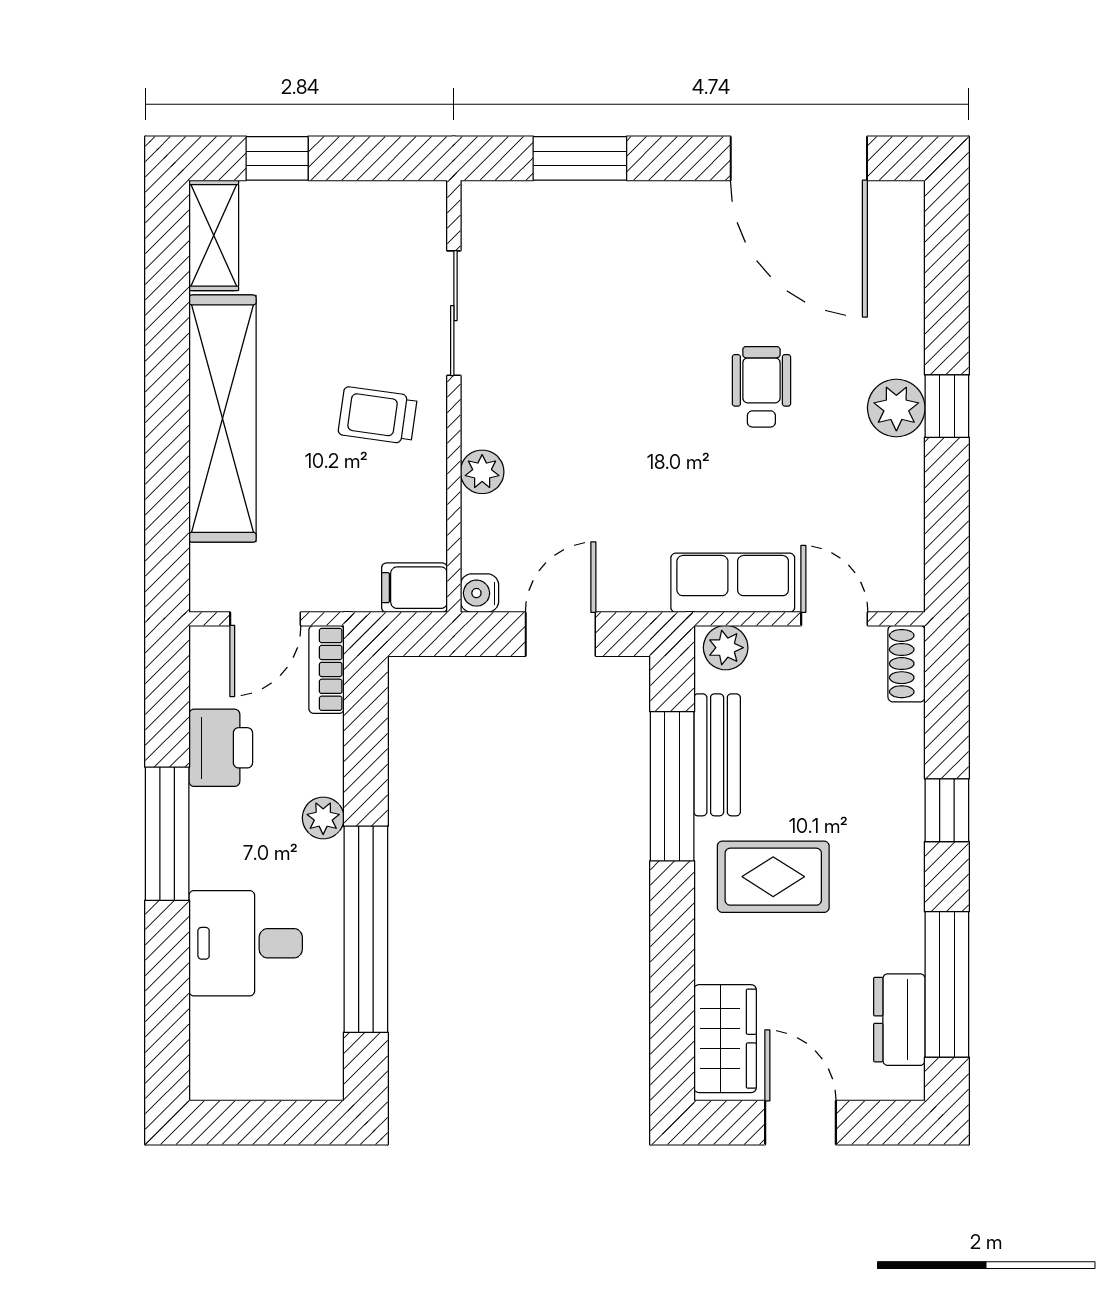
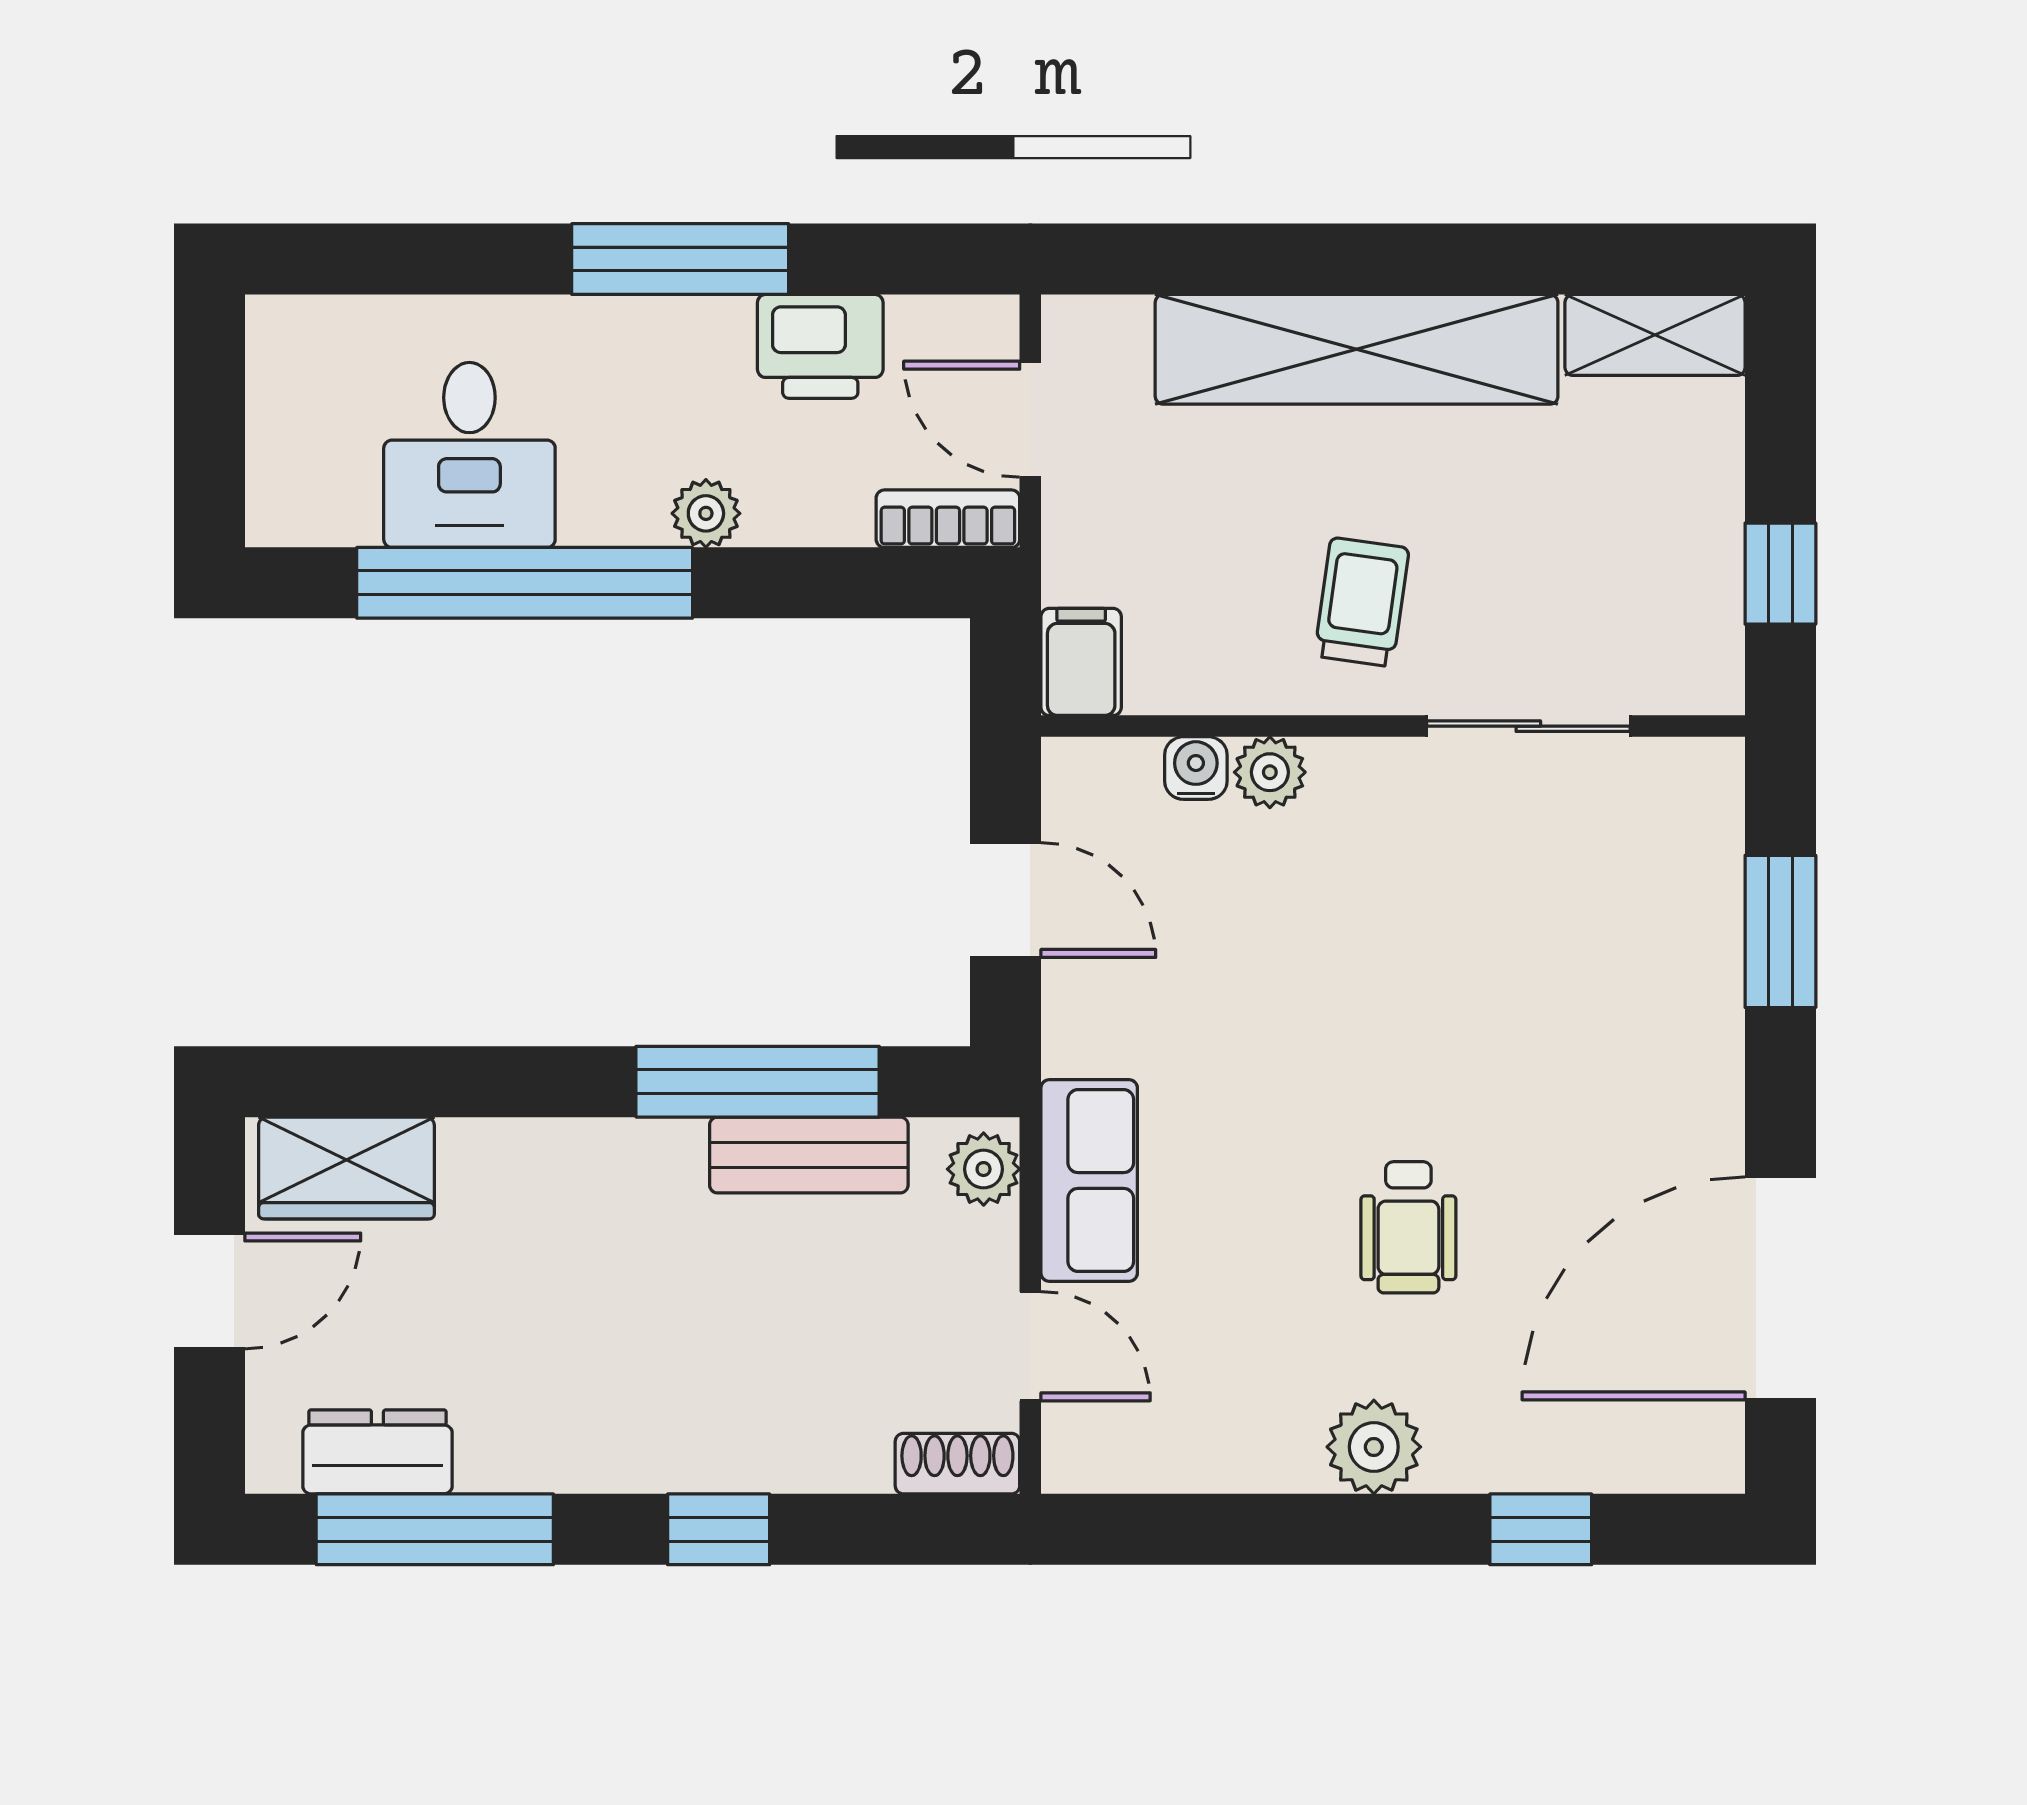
window: (277, 158) -> (1780, 574), moved
wheelchair: (761, 387) -> (1408, 1227), turned 90
window: (947, 406) -> (1541, 1529), moved
water cooler: (480, 593) -> (1196, 768), moved
door: (834, 619) -> (1030, 1346), hinge flipped
rug: (773, 877) -> (610, 1247), removed
desk: (246, 943) -> (469, 455), moved, turned 180

